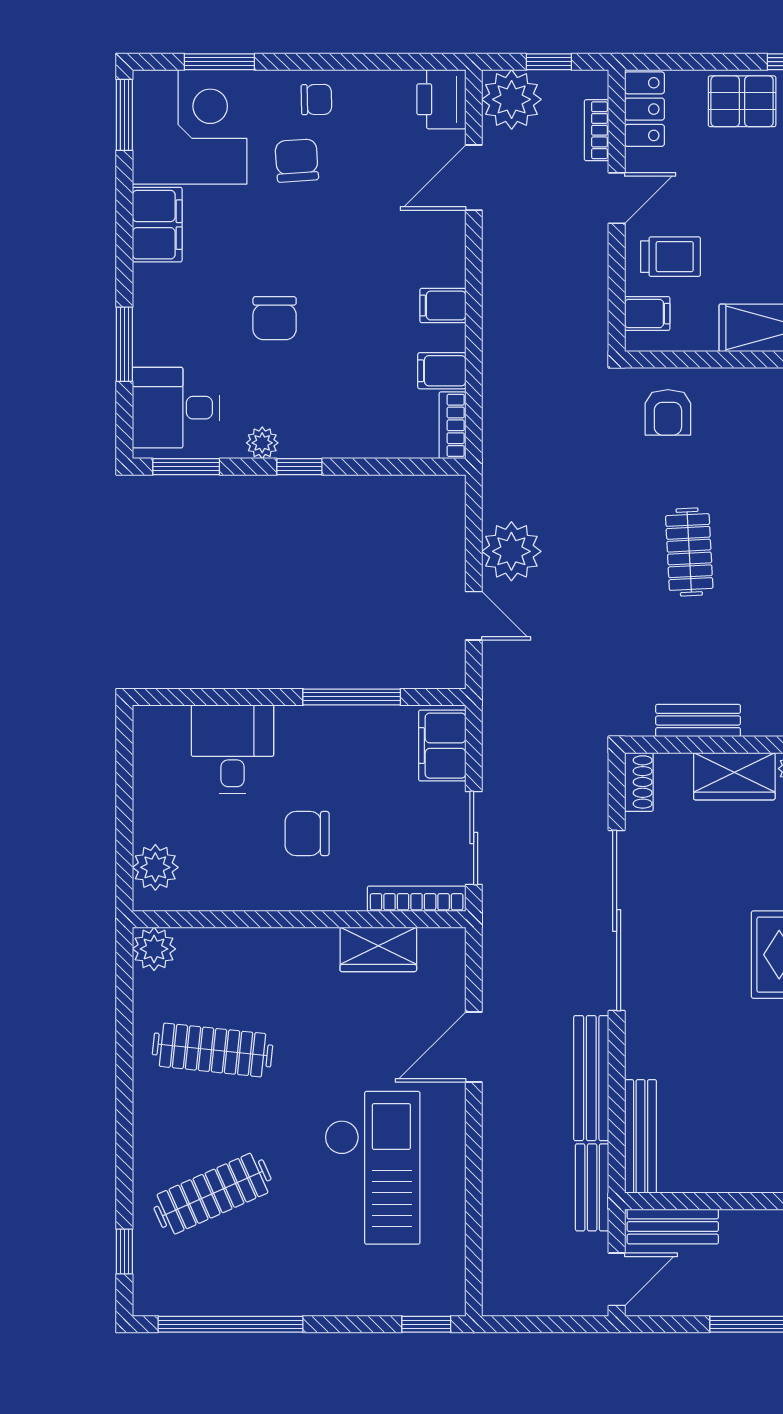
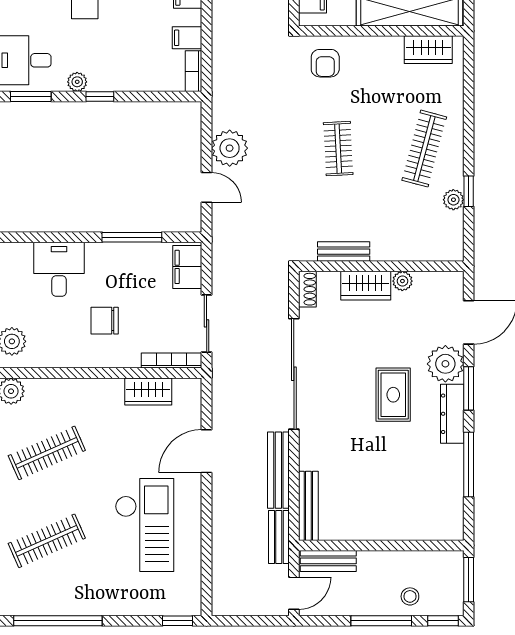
clothes rail: (213, 1050) -> (47, 453), turned -30

